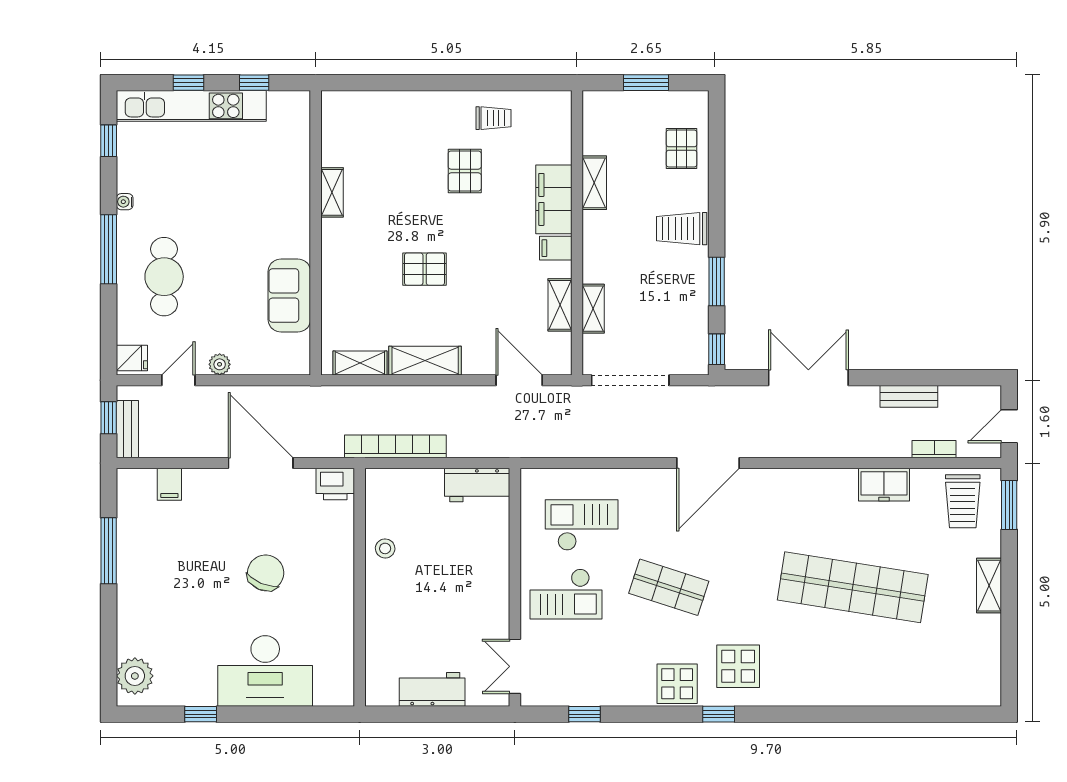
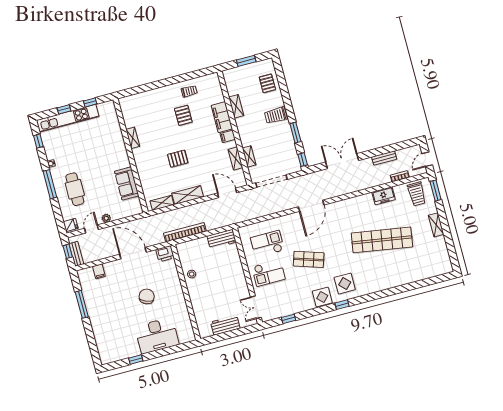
plant: (135, 676) -> (105, 351), removed

